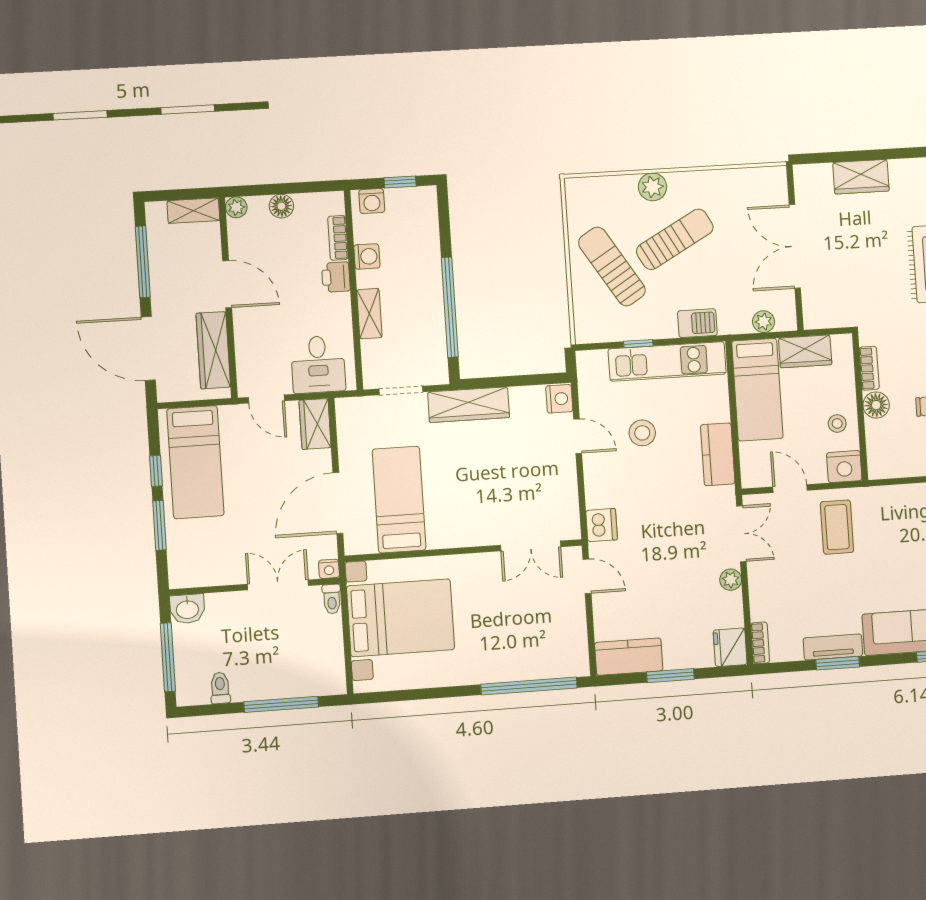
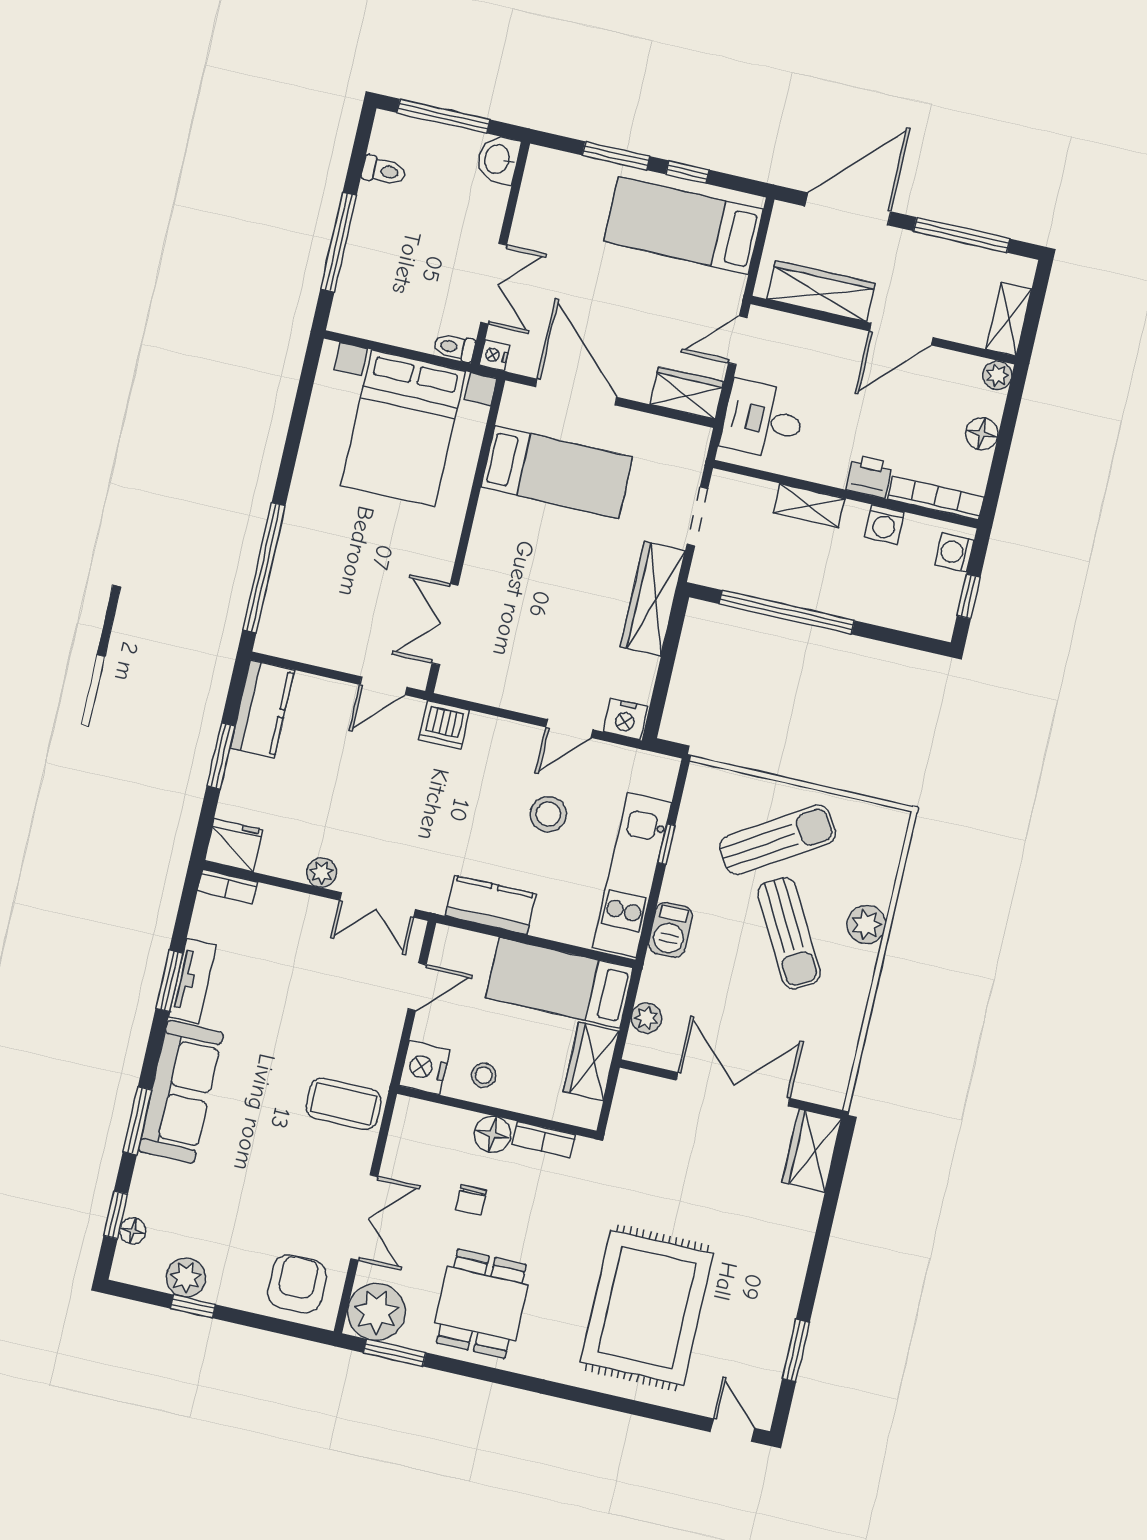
wardrobe: (861, 177) -> (812, 1150), moved
bookcase: (338, 238) -> (936, 498), width x1.56
coffee table: (837, 527) -> (344, 1104), moved

